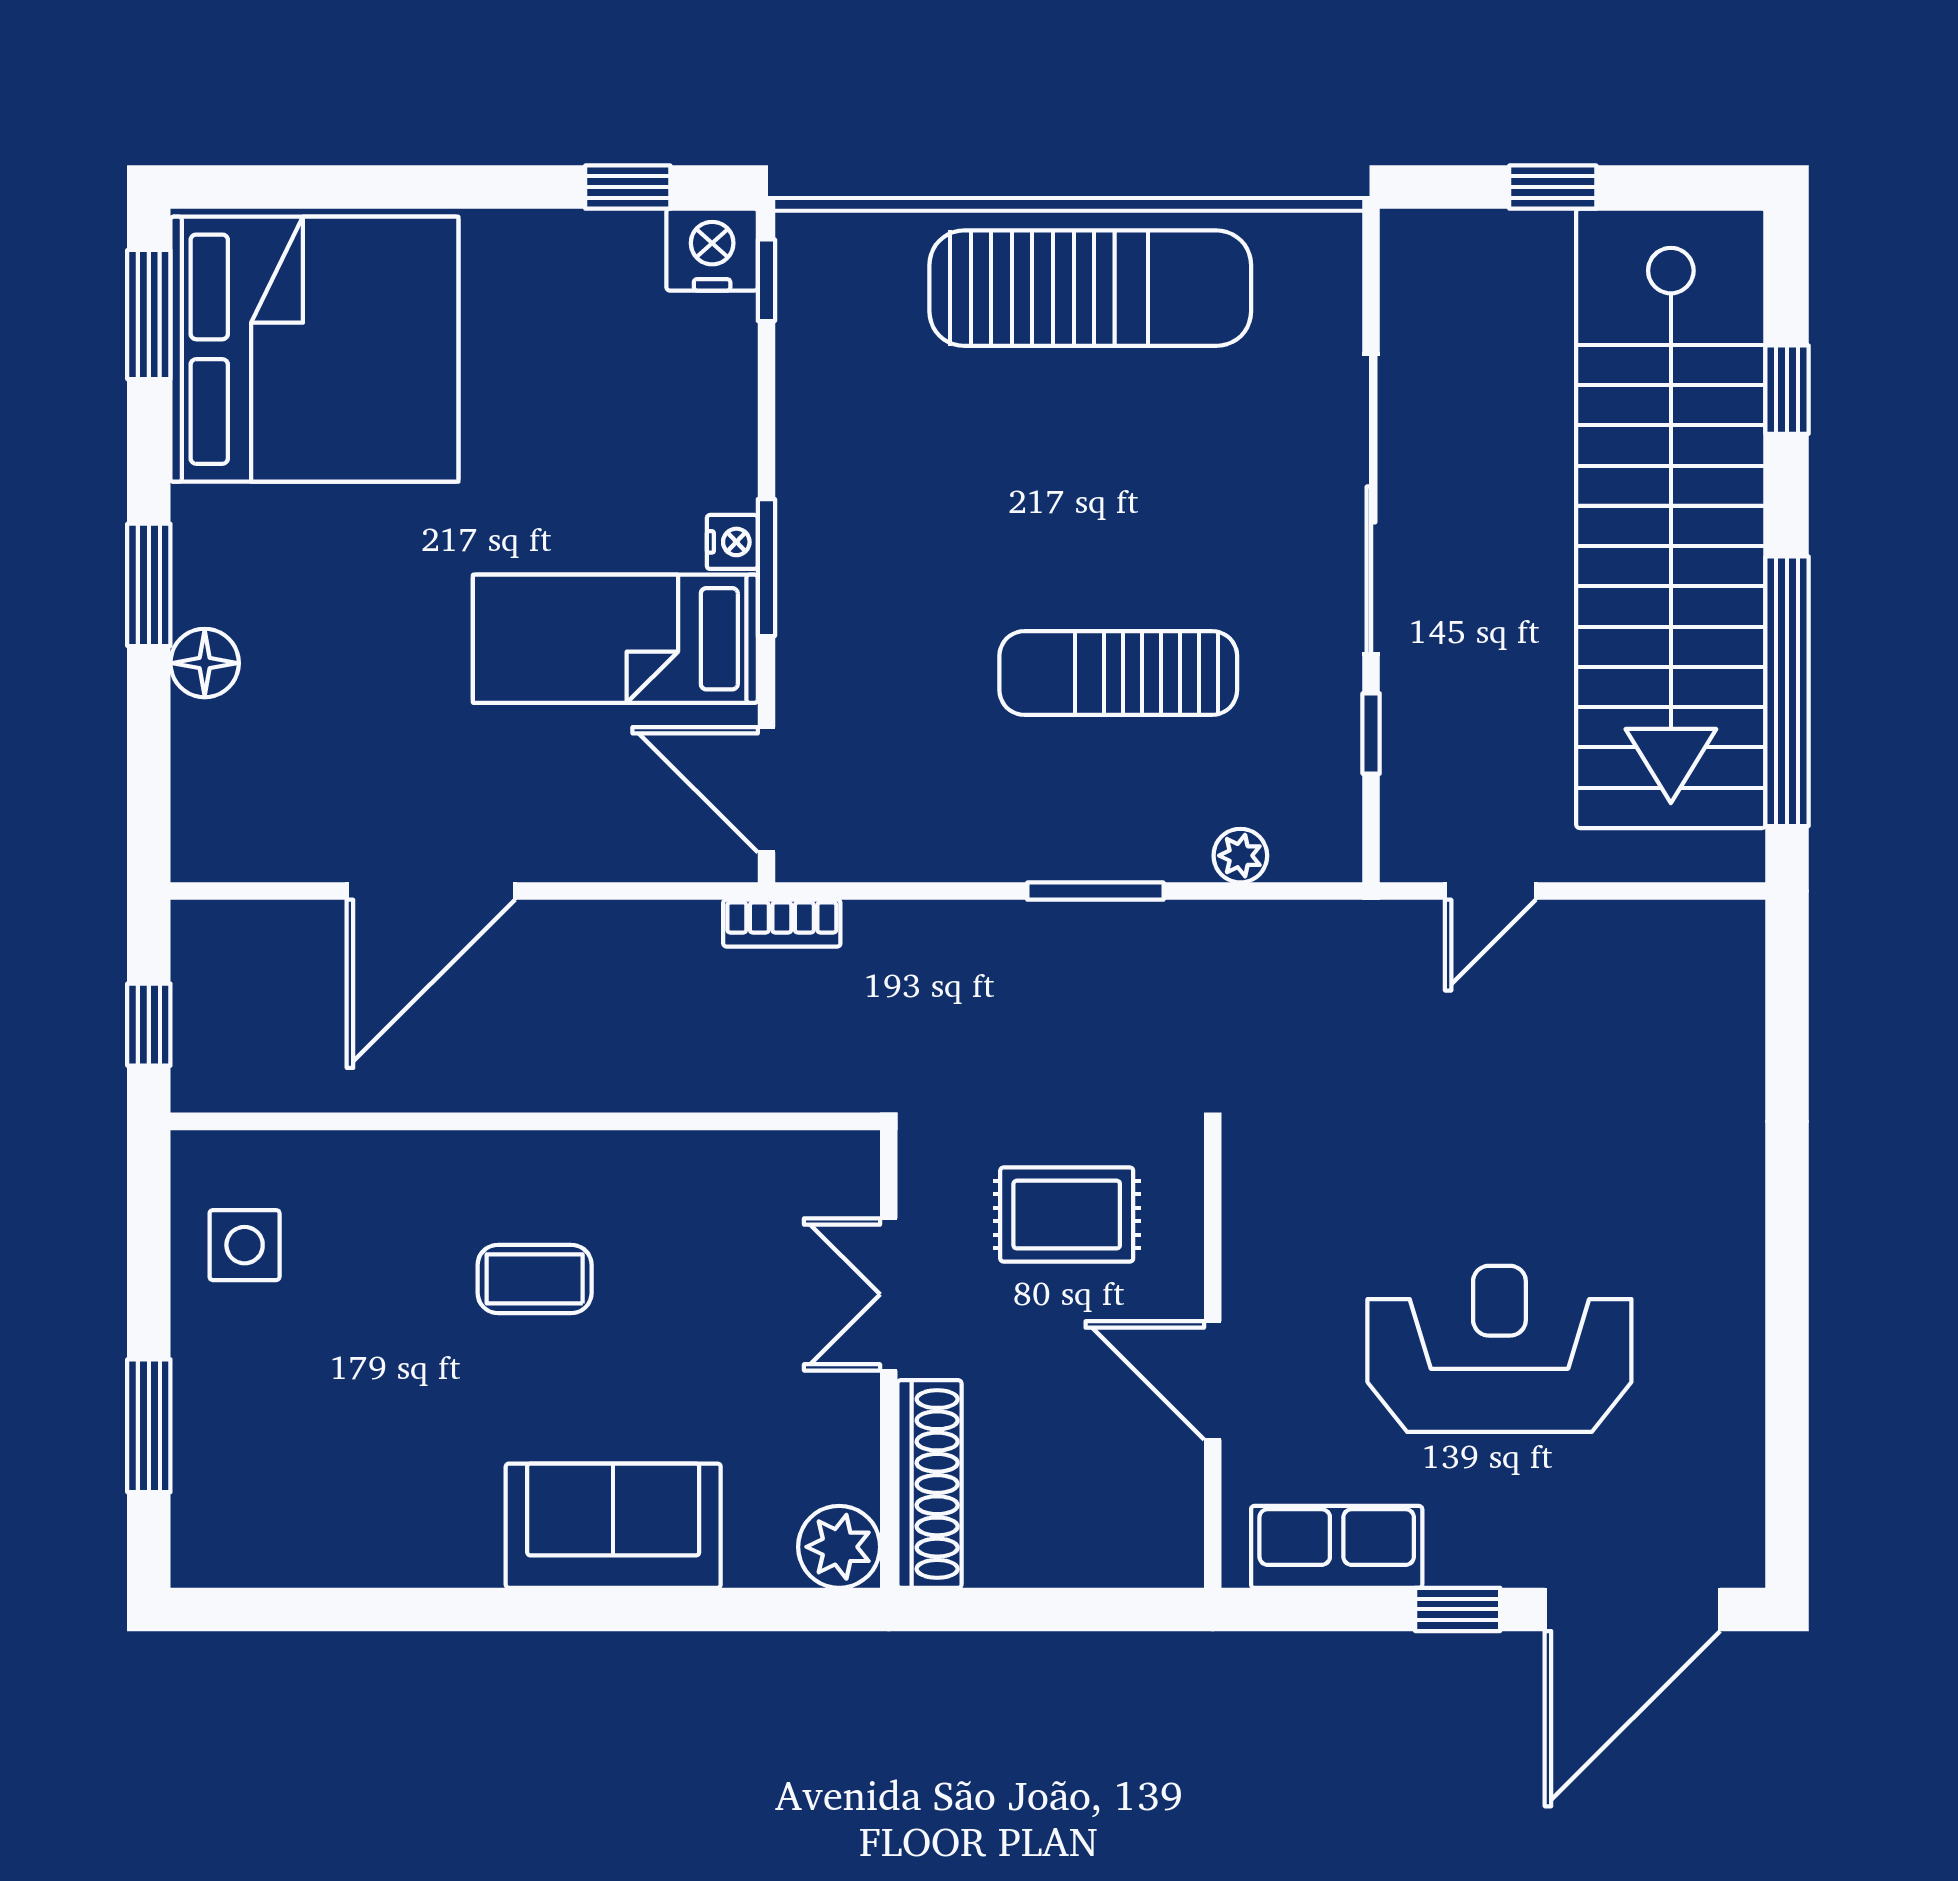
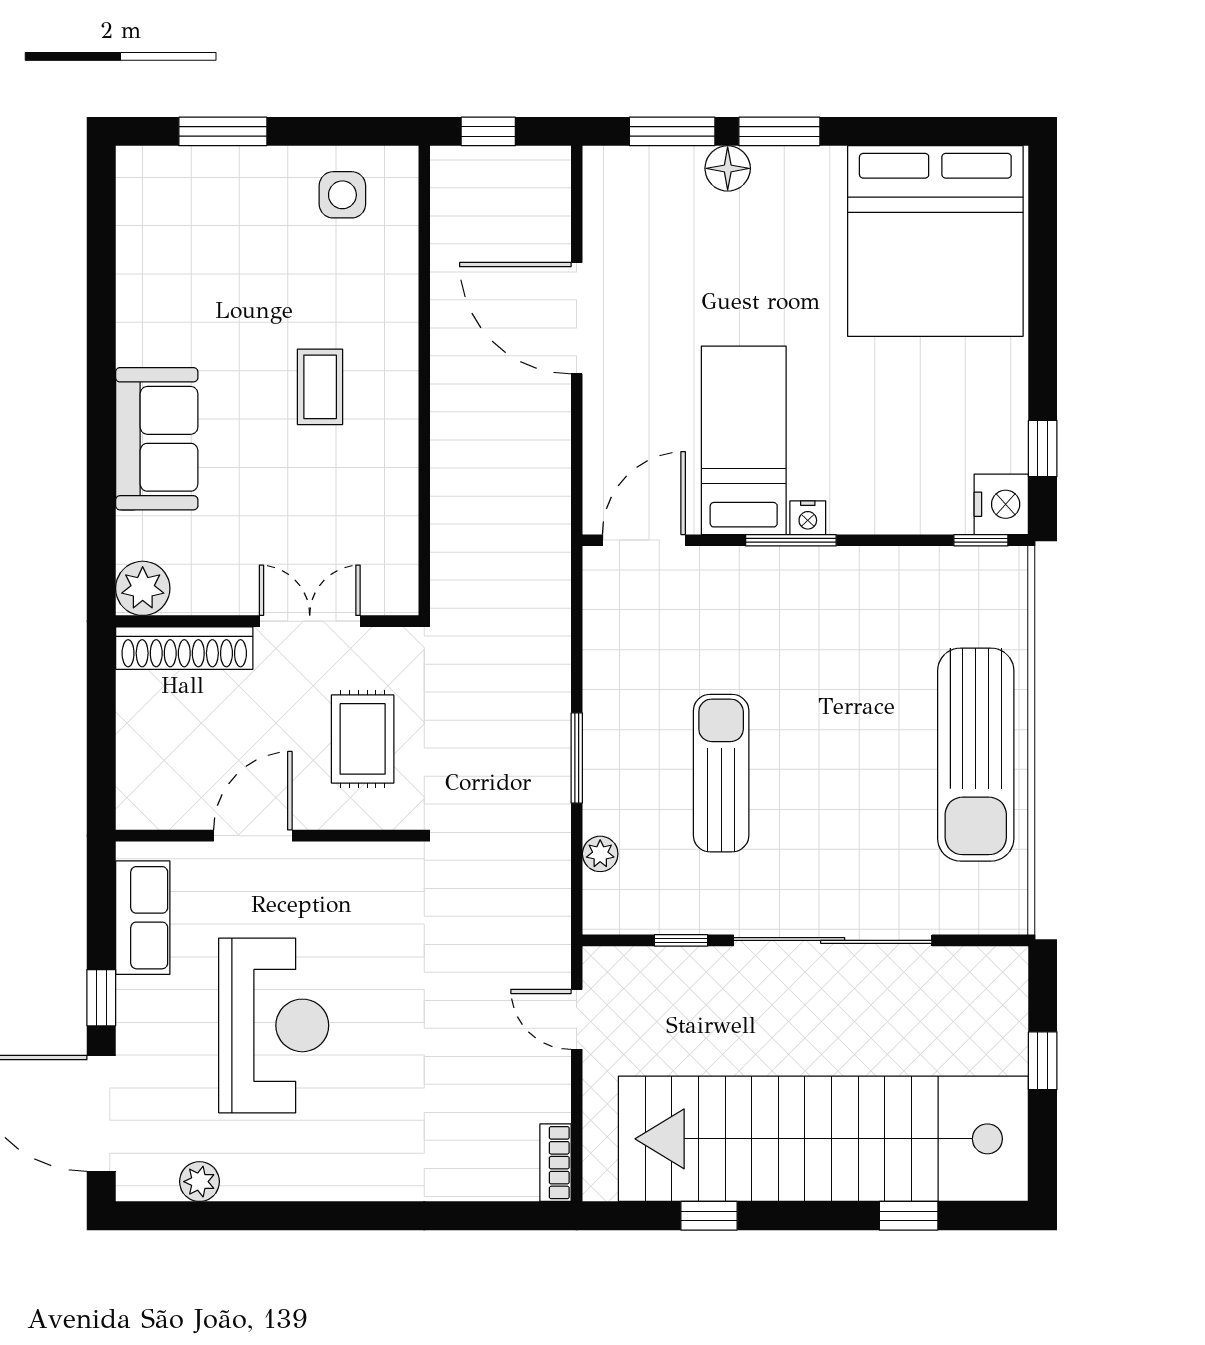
window: (149, 315) -> (672, 131), moved
window: (1787, 691) -> (709, 1216), width x0.32
bookcase: (782, 923) -> (555, 1163), moved
plant: (1735, 1461) -> (199, 1182), added

